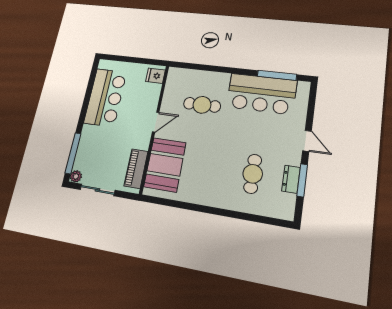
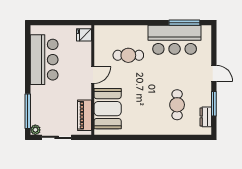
dresser: (291, 179) -> (206, 117), moved

